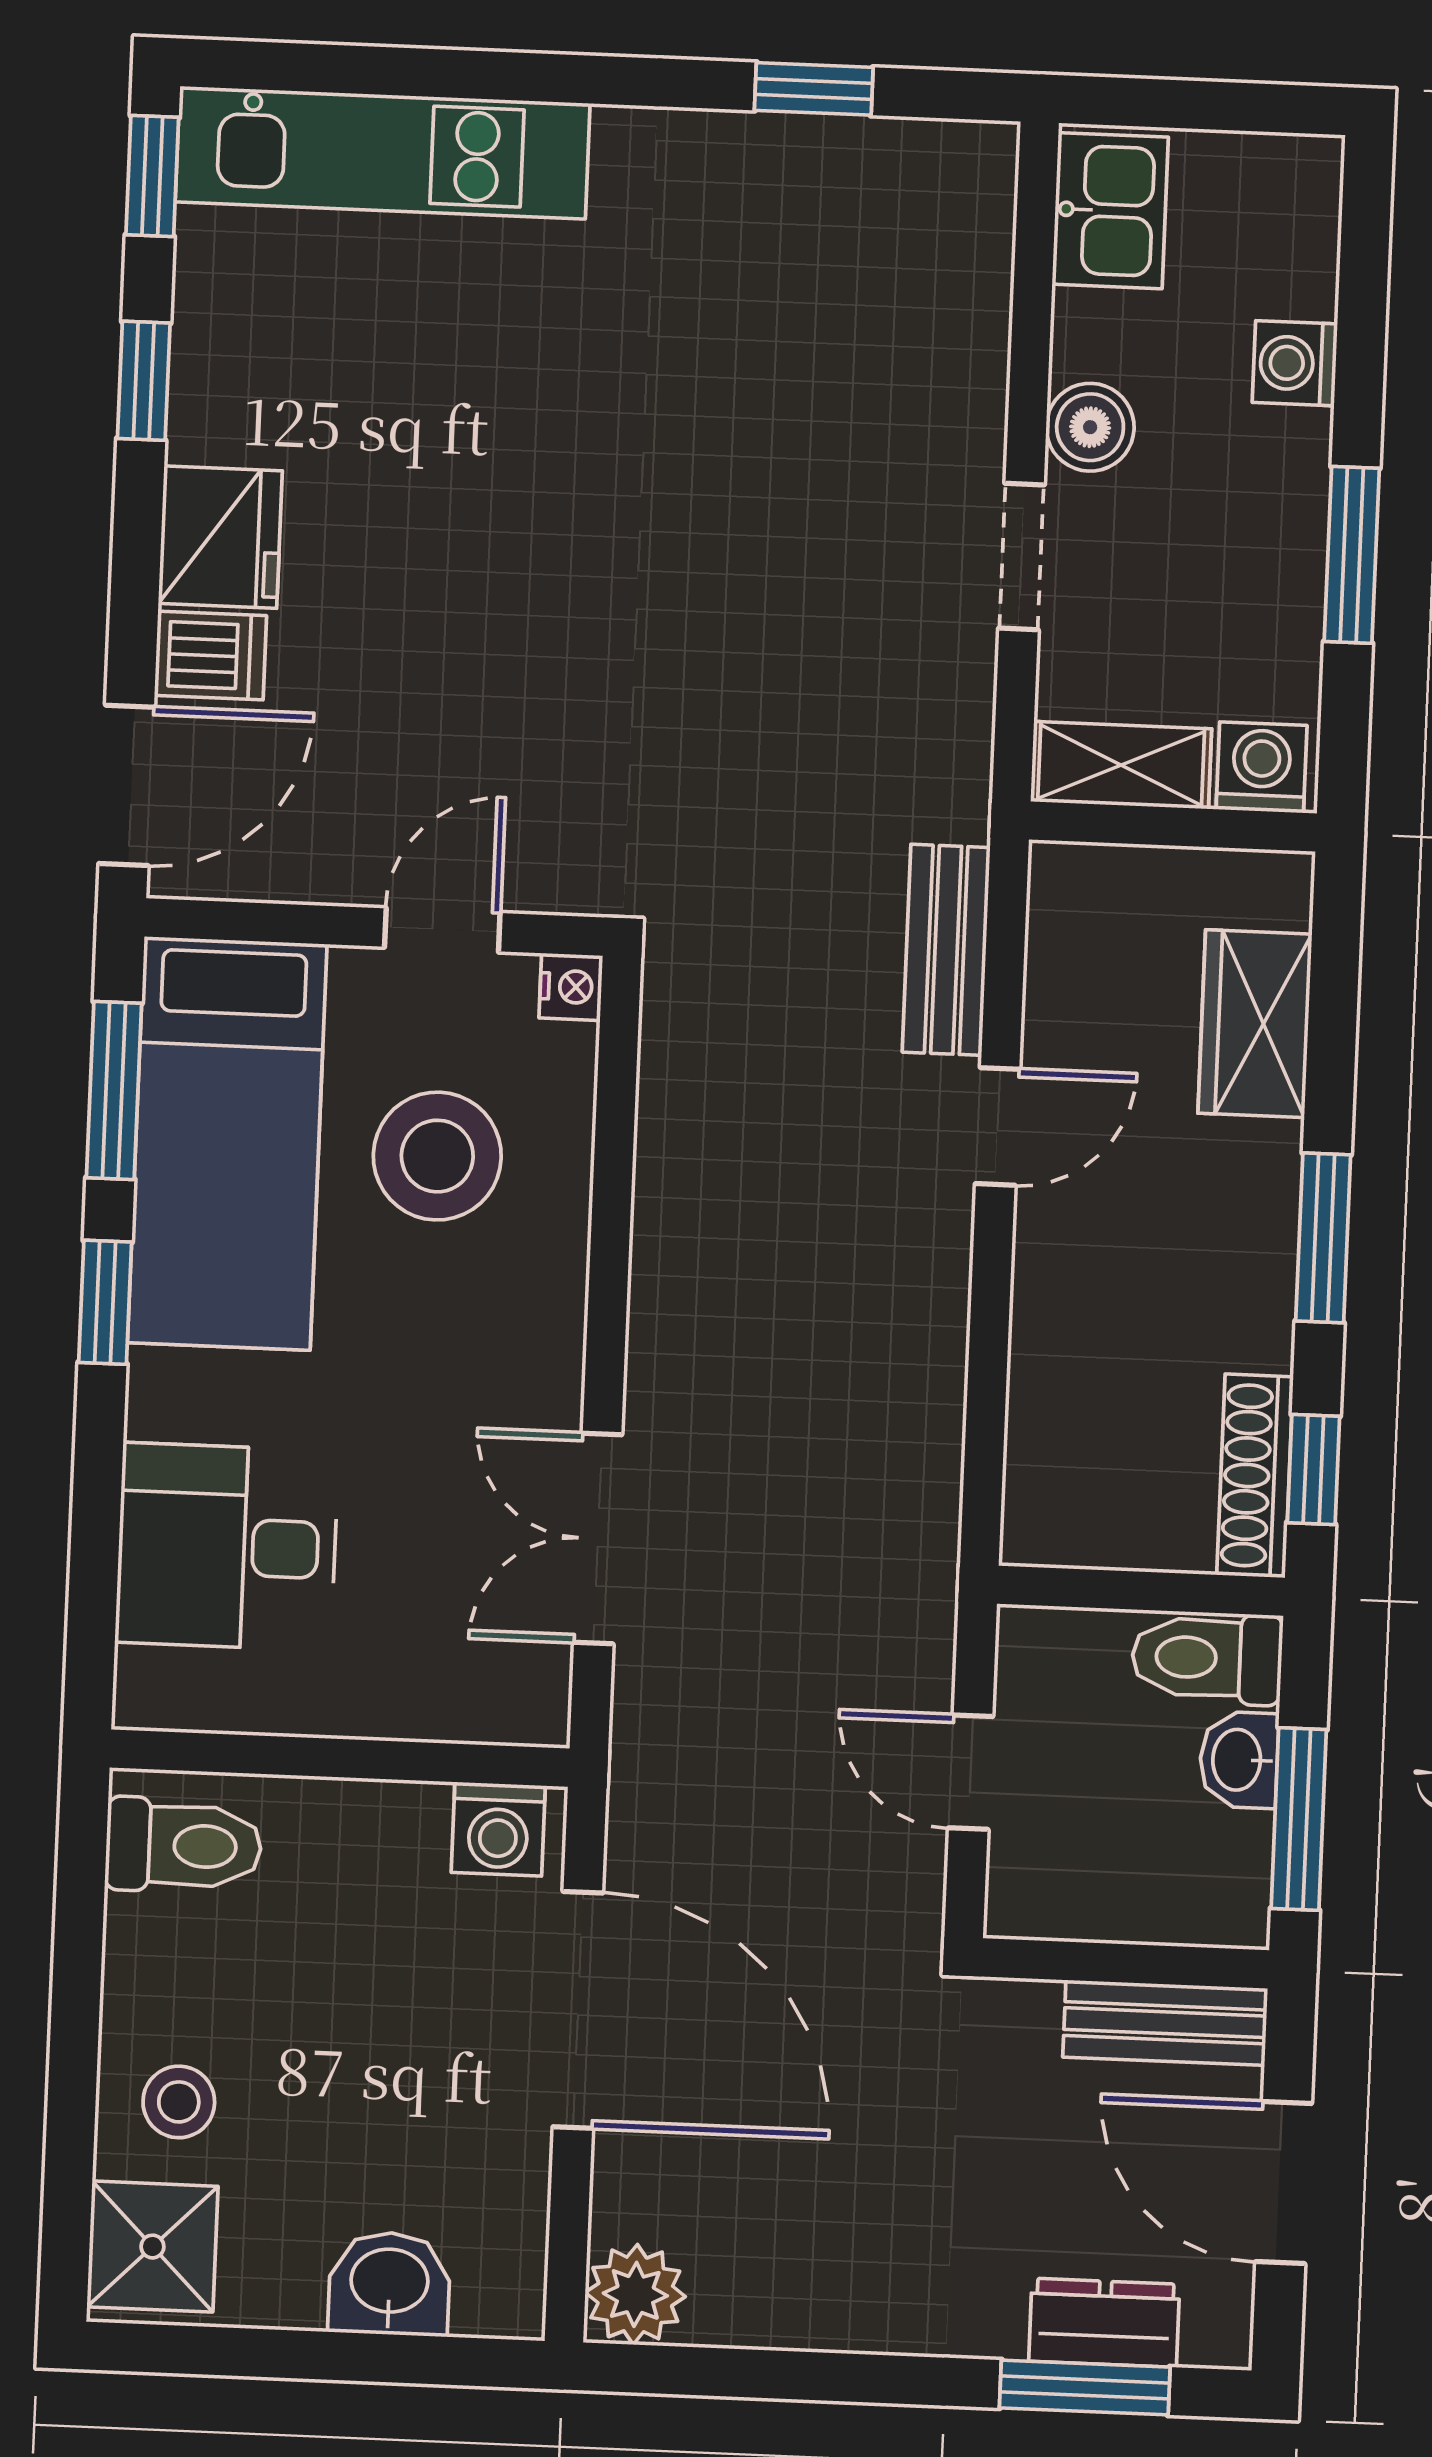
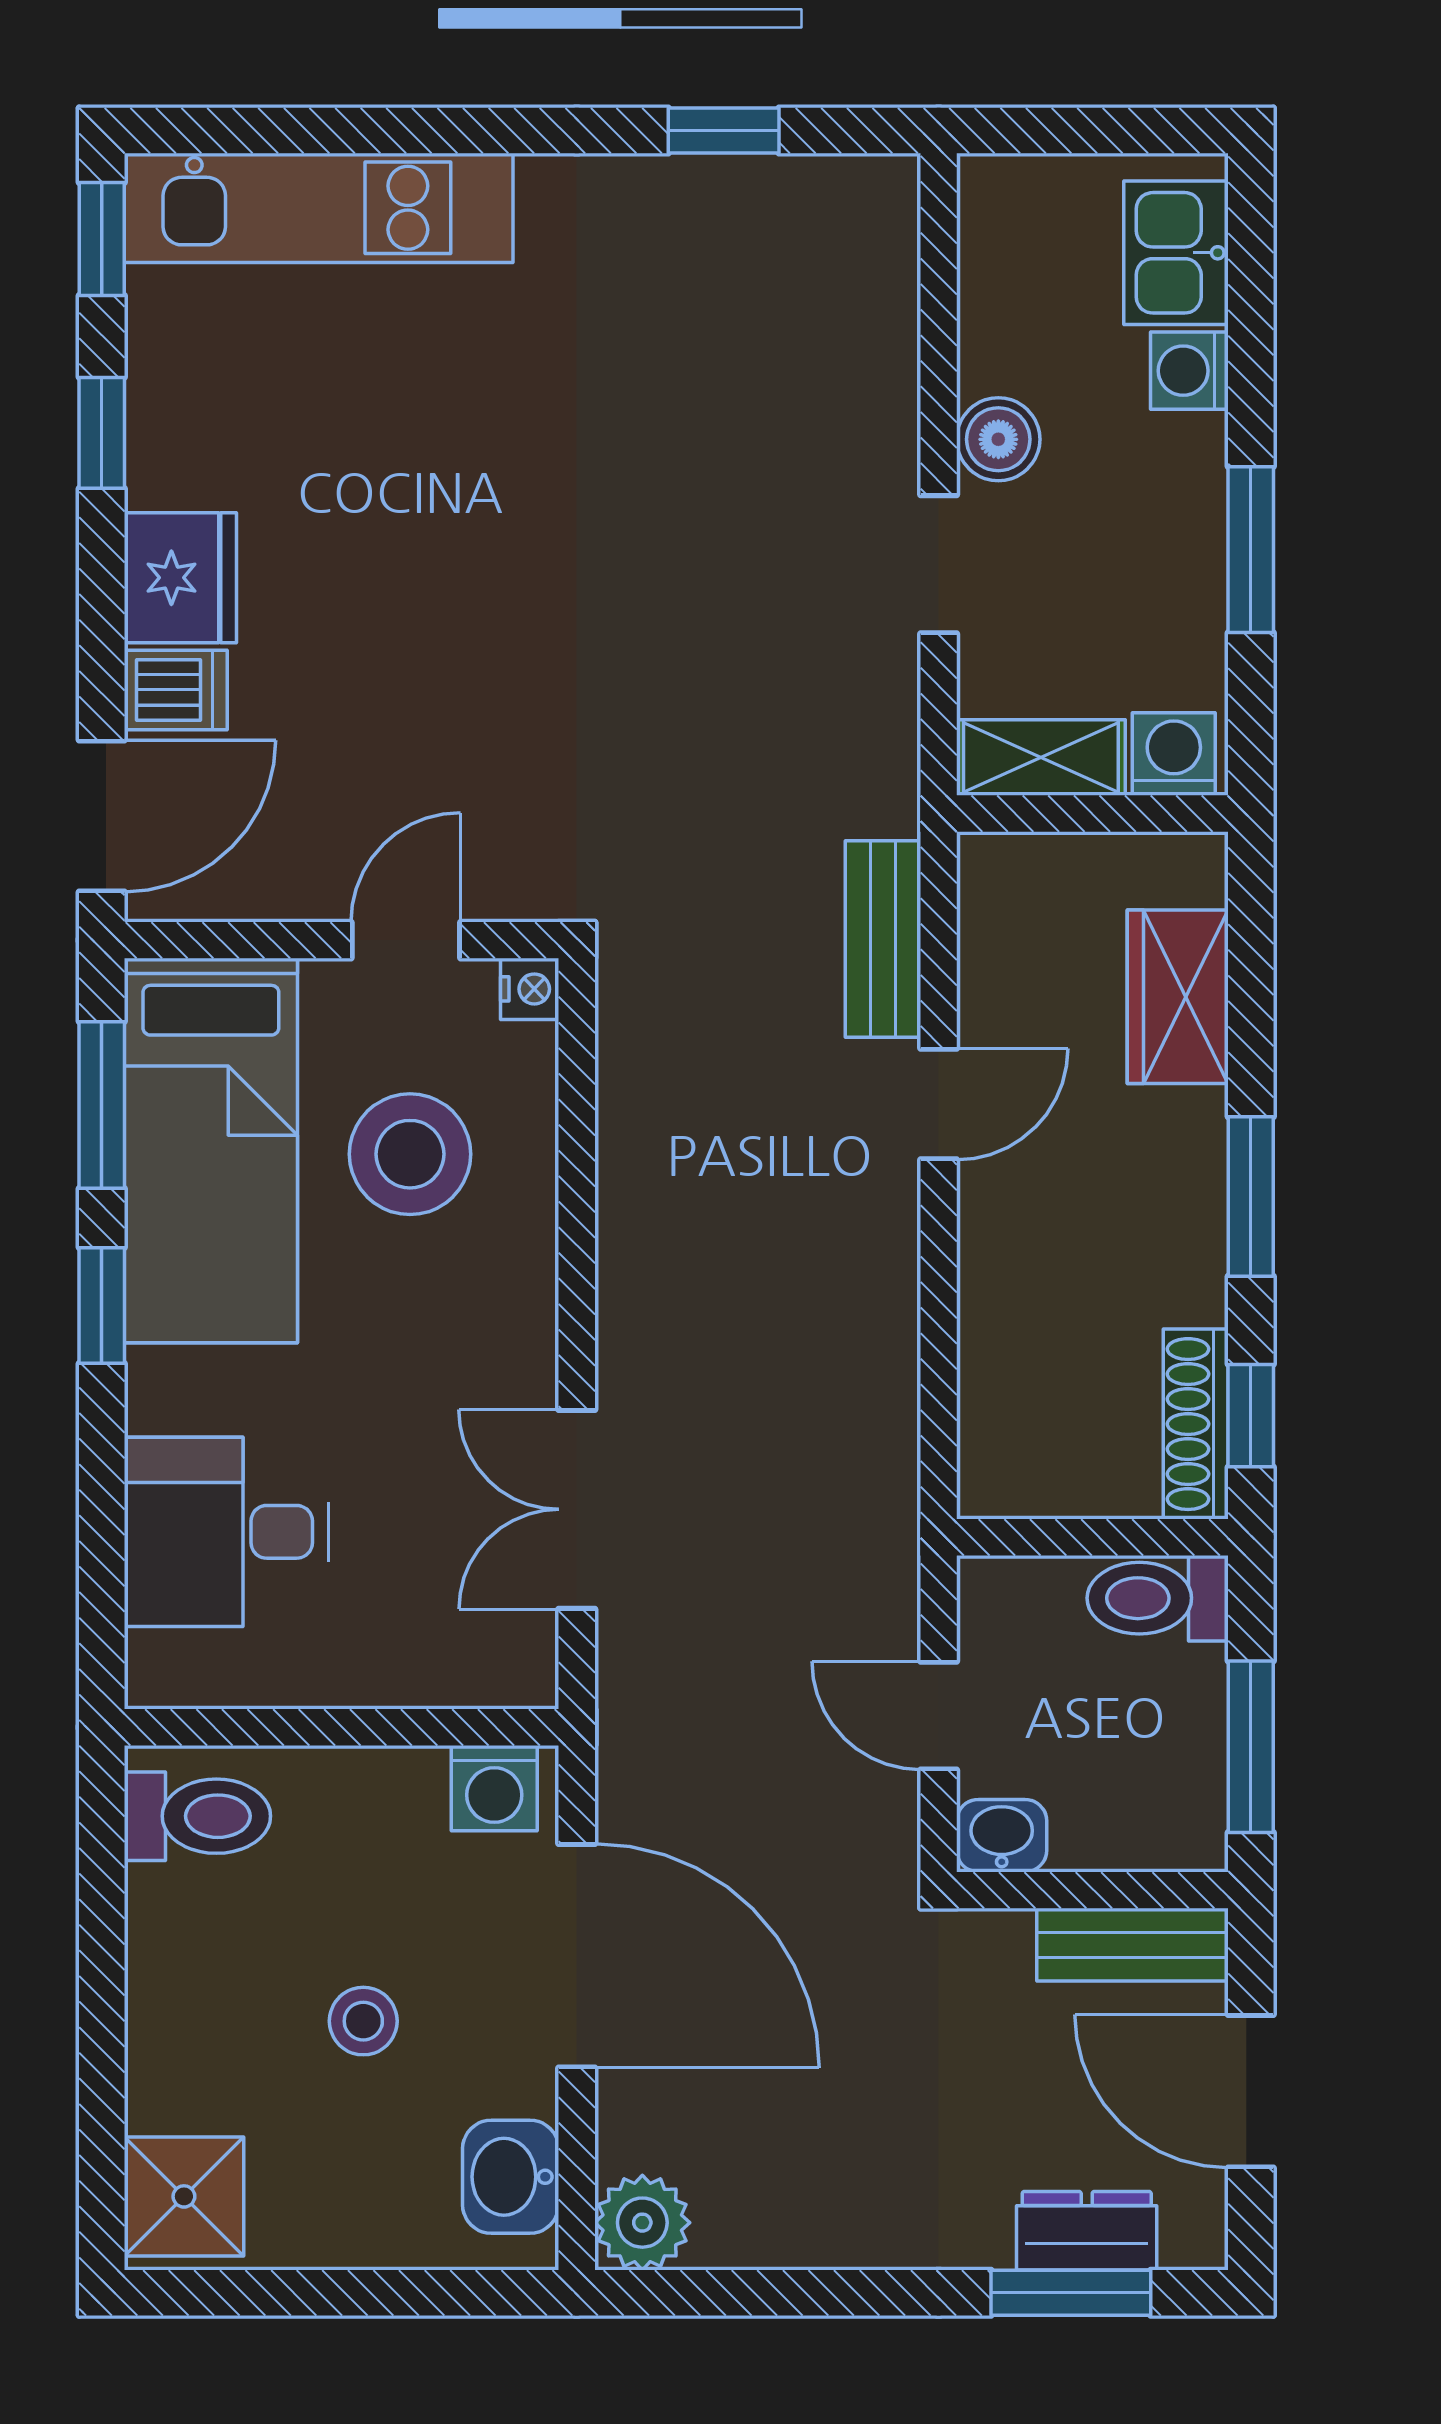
kitchen sink: (1110, 211) -> (1176, 253), moved, turned 180
washbasin: (1239, 1760) -> (1002, 1836), moved, turned 90
stool: (179, 2102) -> (363, 2021), moved
washbasin: (389, 2284) -> (511, 2177), moved, turned -90

